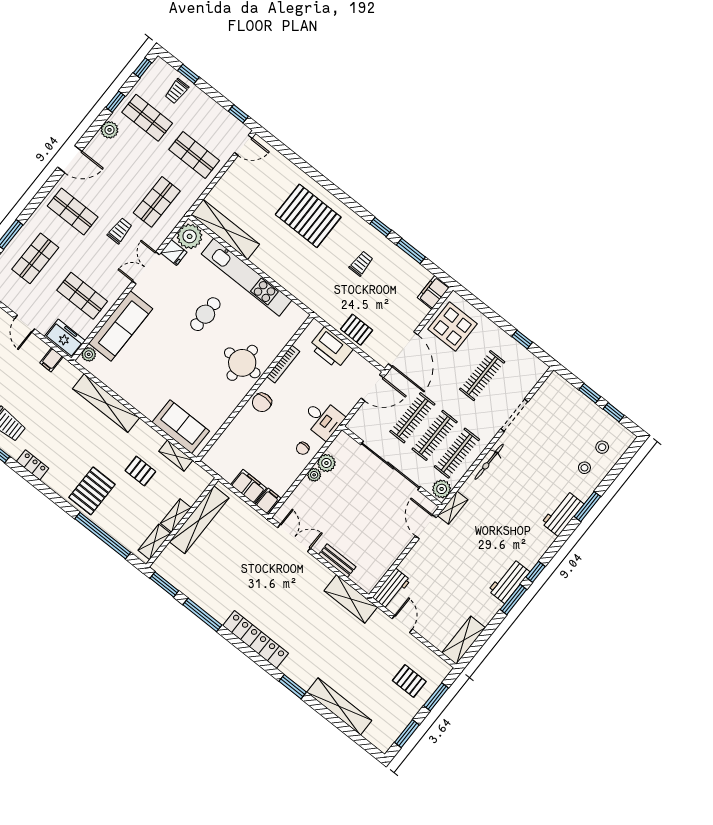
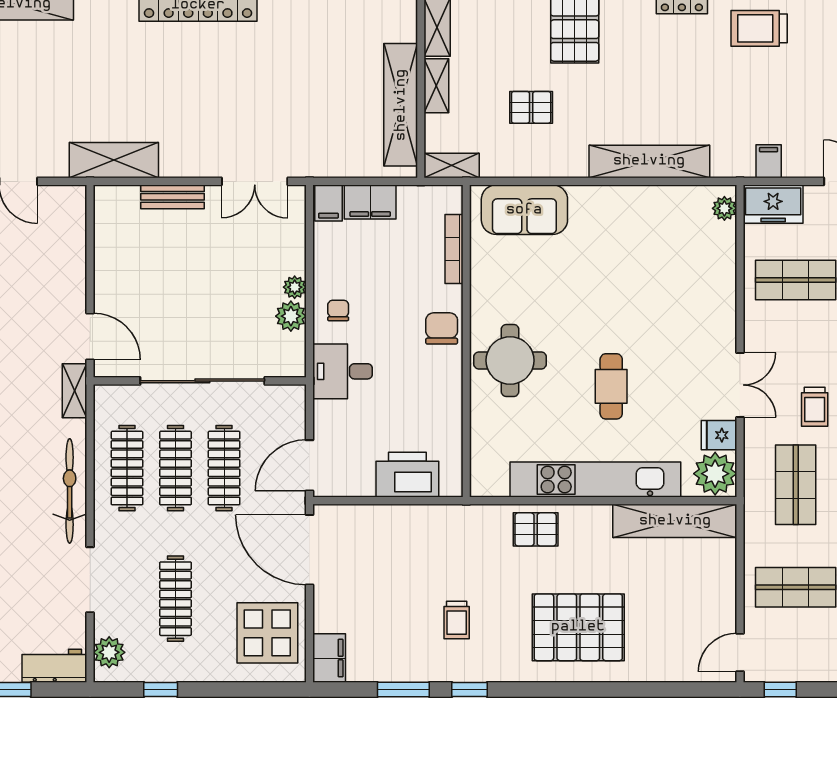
sofa: (121, 326) -> (712, 280), removed
pallet: (357, 330) -> (536, 529), moved
bookcase: (283, 364) -> (454, 249), moved
shelving: (176, 456) -> (452, 166), moved
bicycle: (489, 462) -> (70, 491), width x1.37, depth x1.40
plant: (442, 489) -> (109, 652), moved
workbench: (391, 589) -> (54, 666), moved, turned 90

